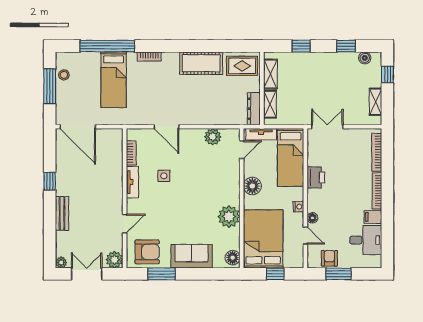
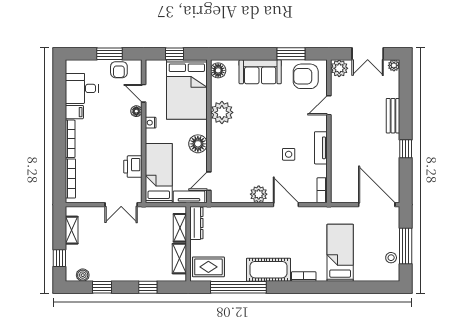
window: (107, 46) -> (238, 287), moved
cot: (201, 63) -> (268, 270), moved
plant: (213, 137) -> (259, 194), moved
bookcase: (131, 153) -> (322, 190), moved
printer: (316, 177) -> (133, 167), moved

